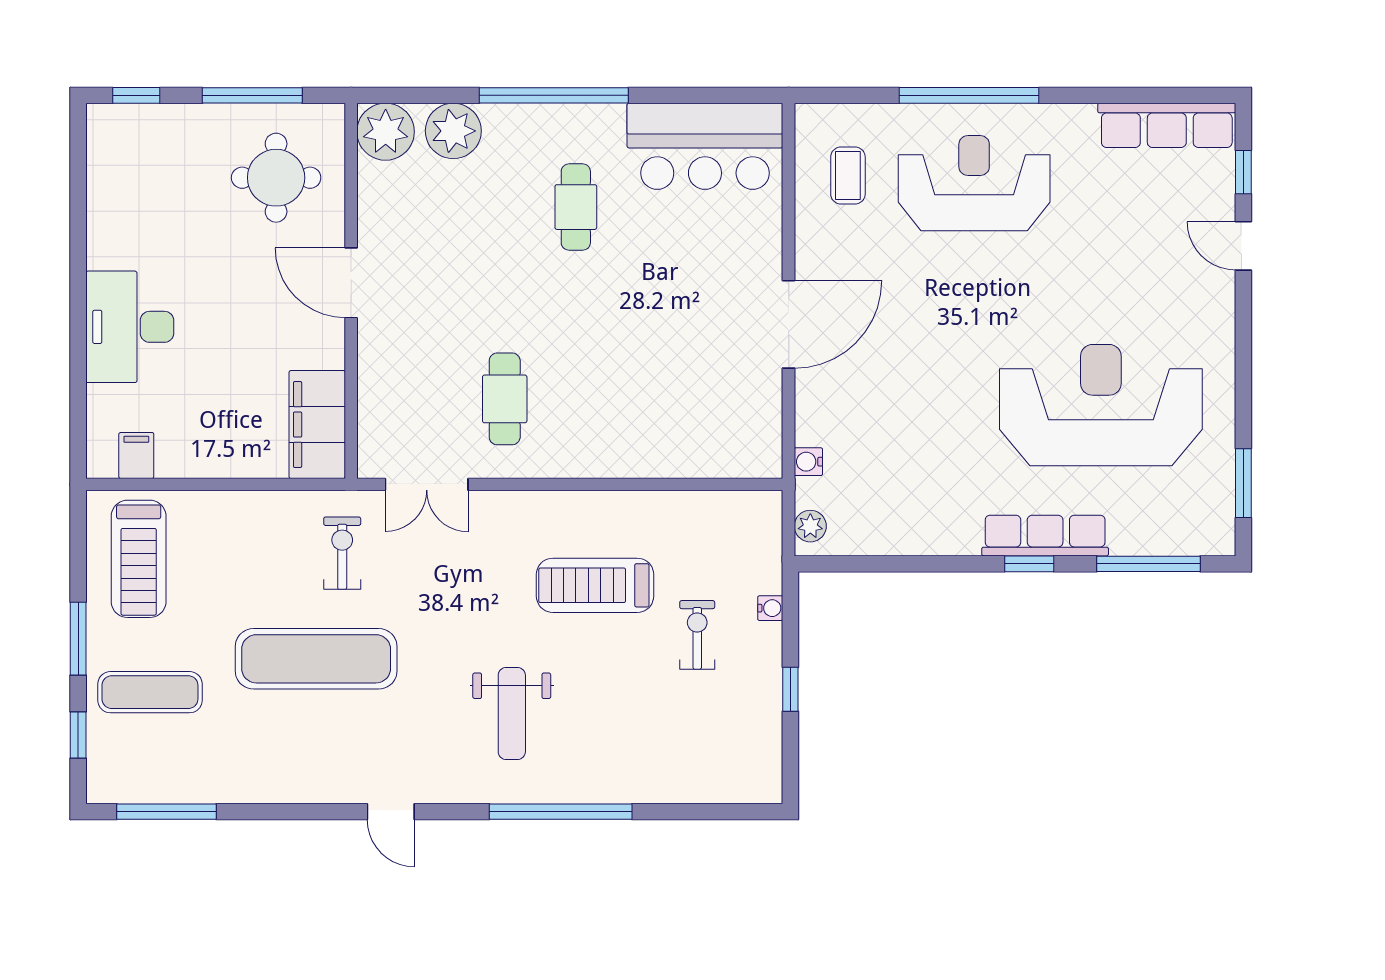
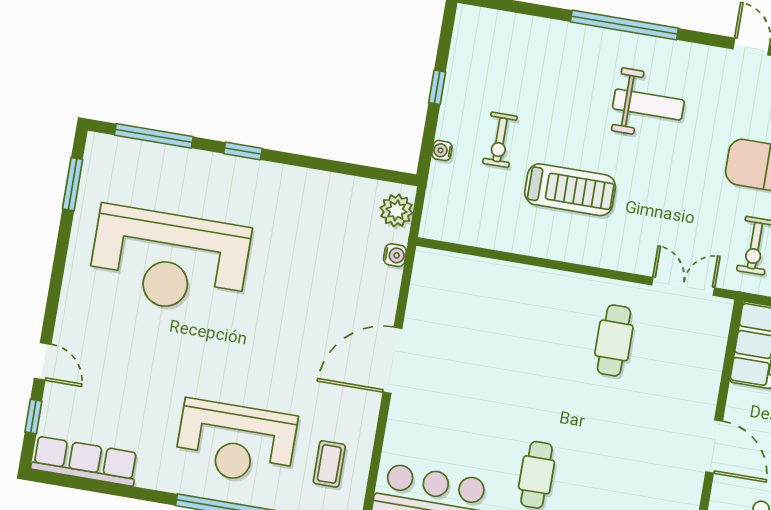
plant: (810, 526) -> (396, 210), width x1.38, depth x1.38
row of seats: (1045, 536) -> (227, 170), removed
weight bench: (512, 713) -> (648, 104), turned 90

